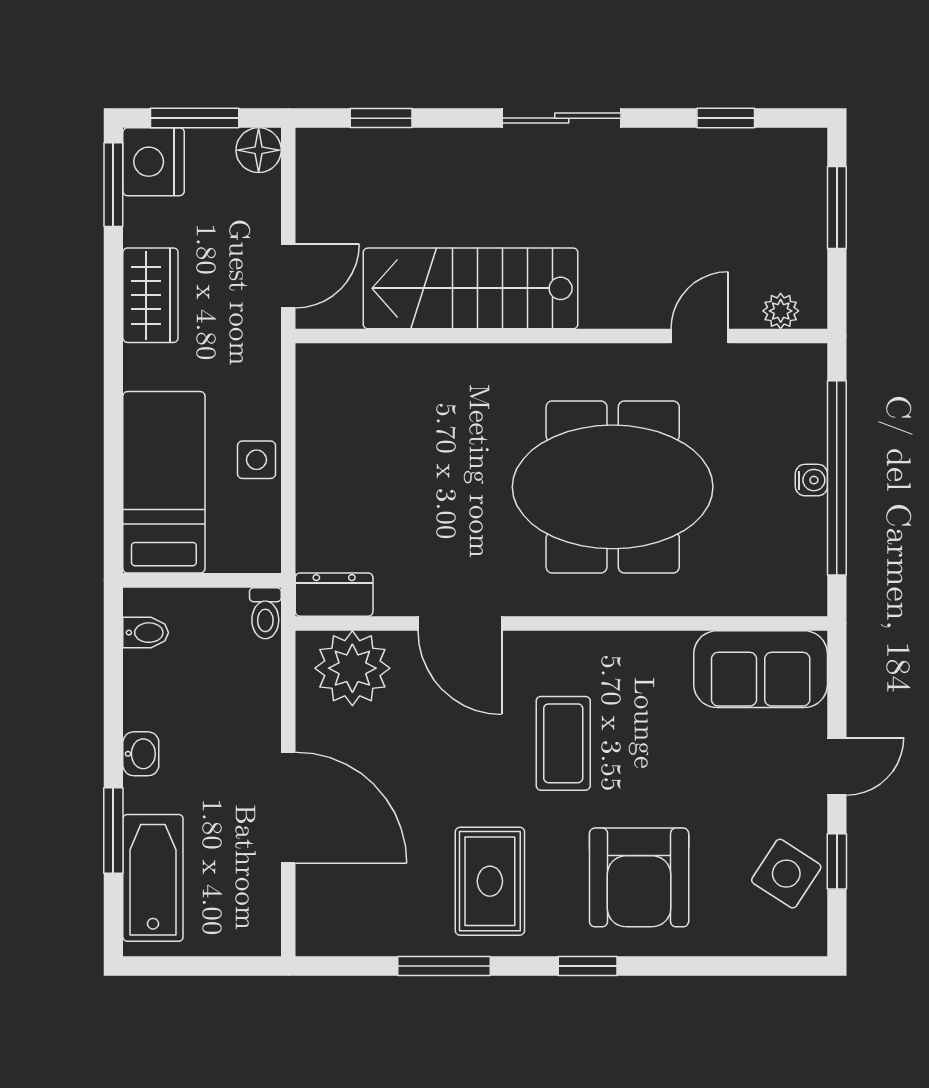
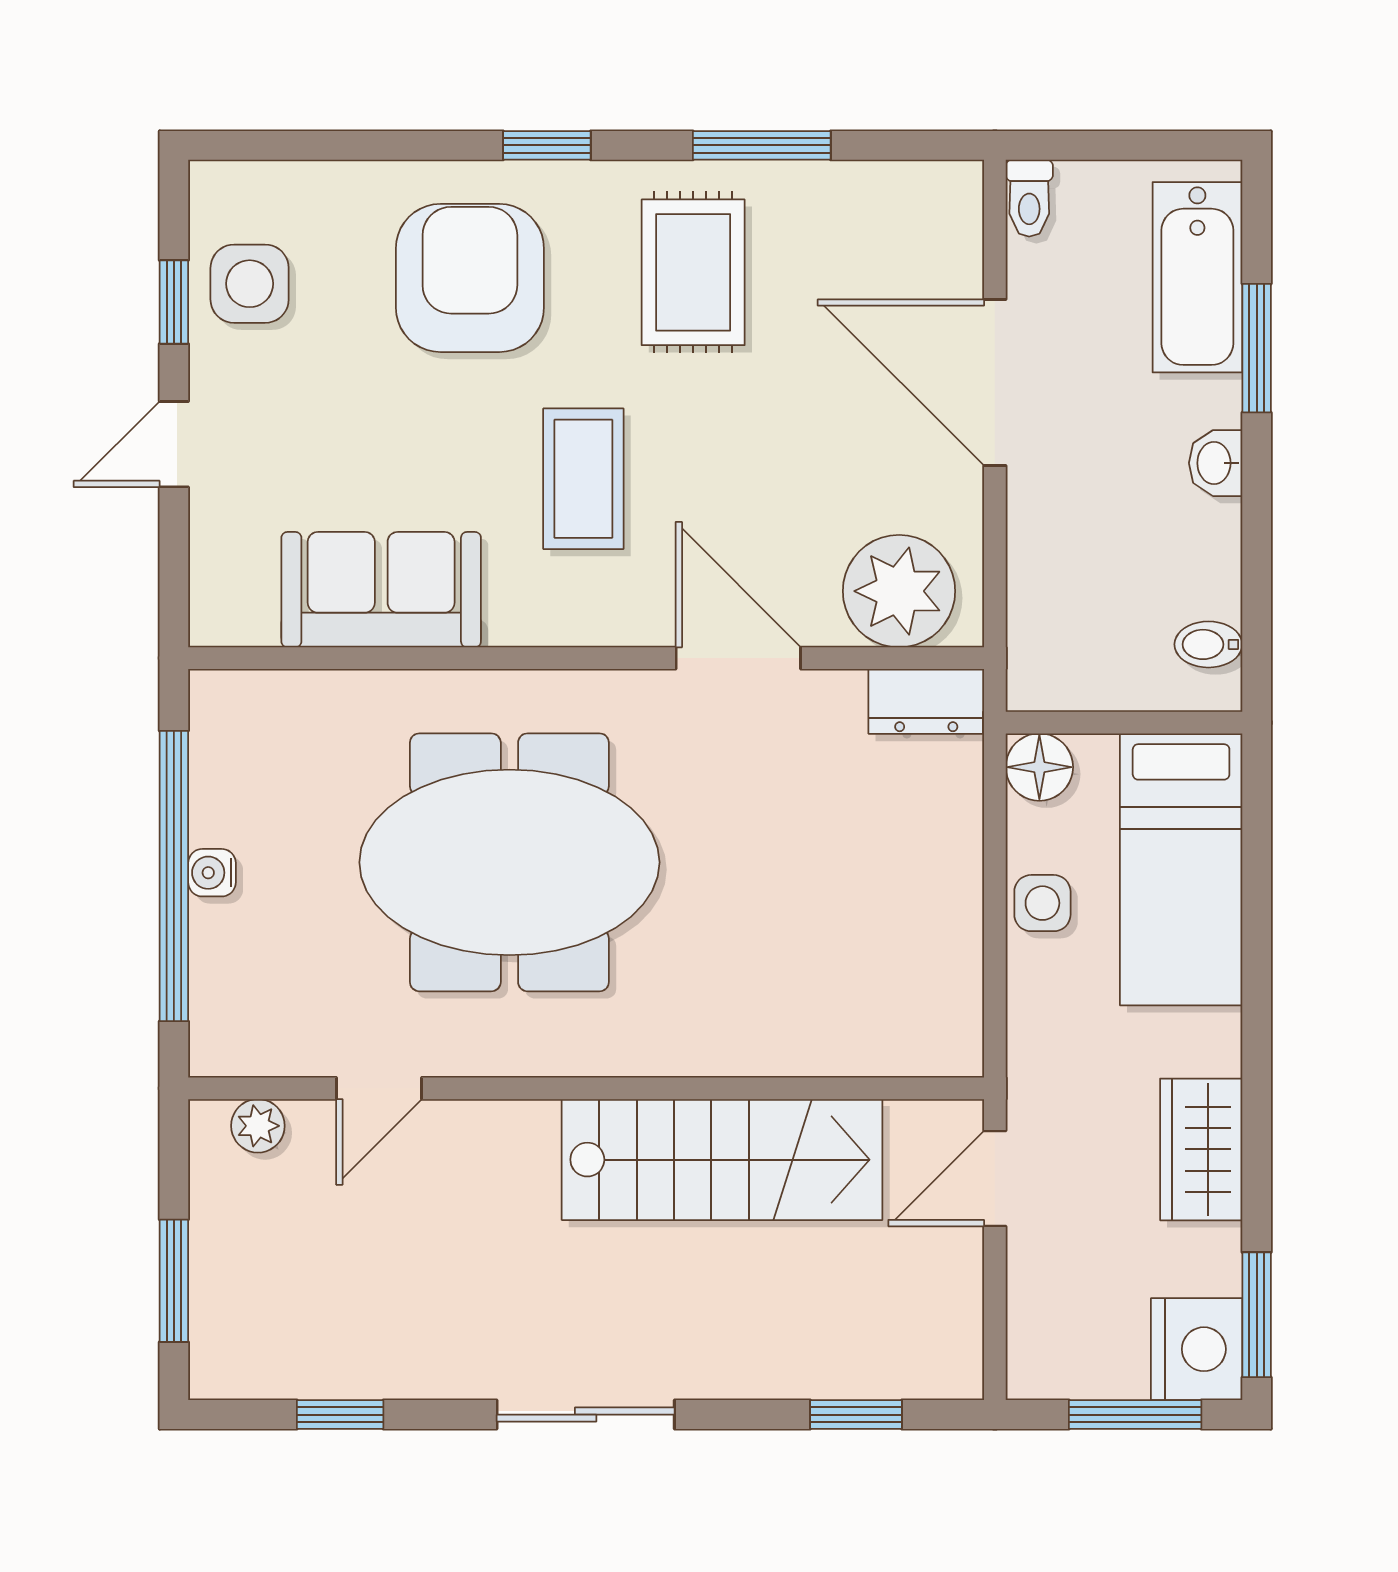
floor lamp: (259, 150) -> (1039, 767), moved
toilet: (265, 613) -> (1029, 198), moved, turned 180
sofa: (761, 669) -> (381, 590), moved
side table: (786, 874) -> (250, 284), turned -33

